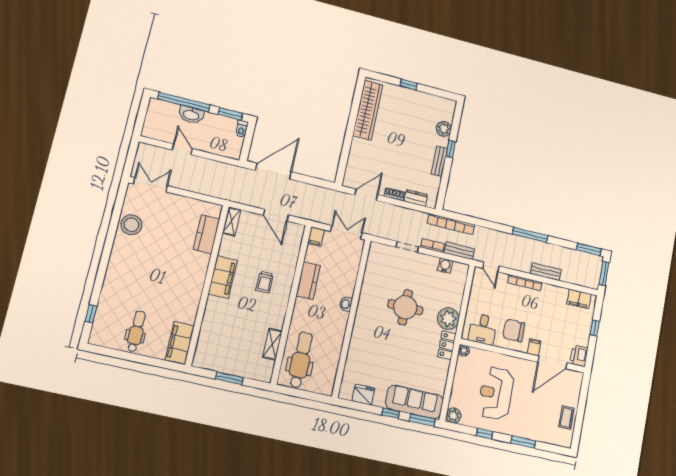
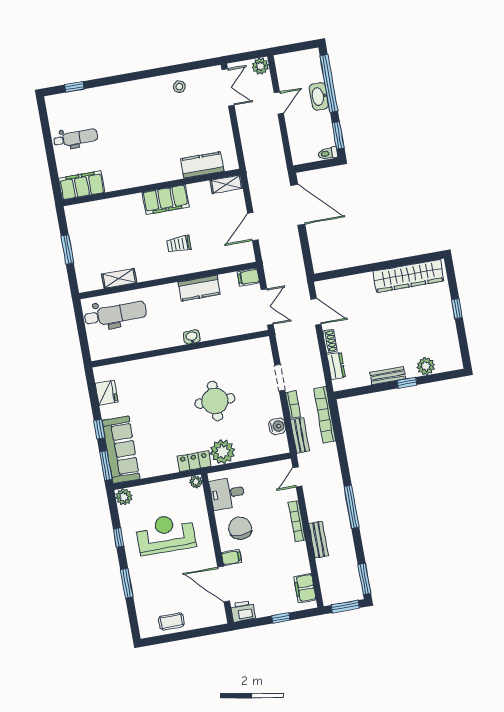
plant: (144, 150) -> (260, 66), added
stool: (131, 225) -> (179, 87), width x0.53, depth x0.53

